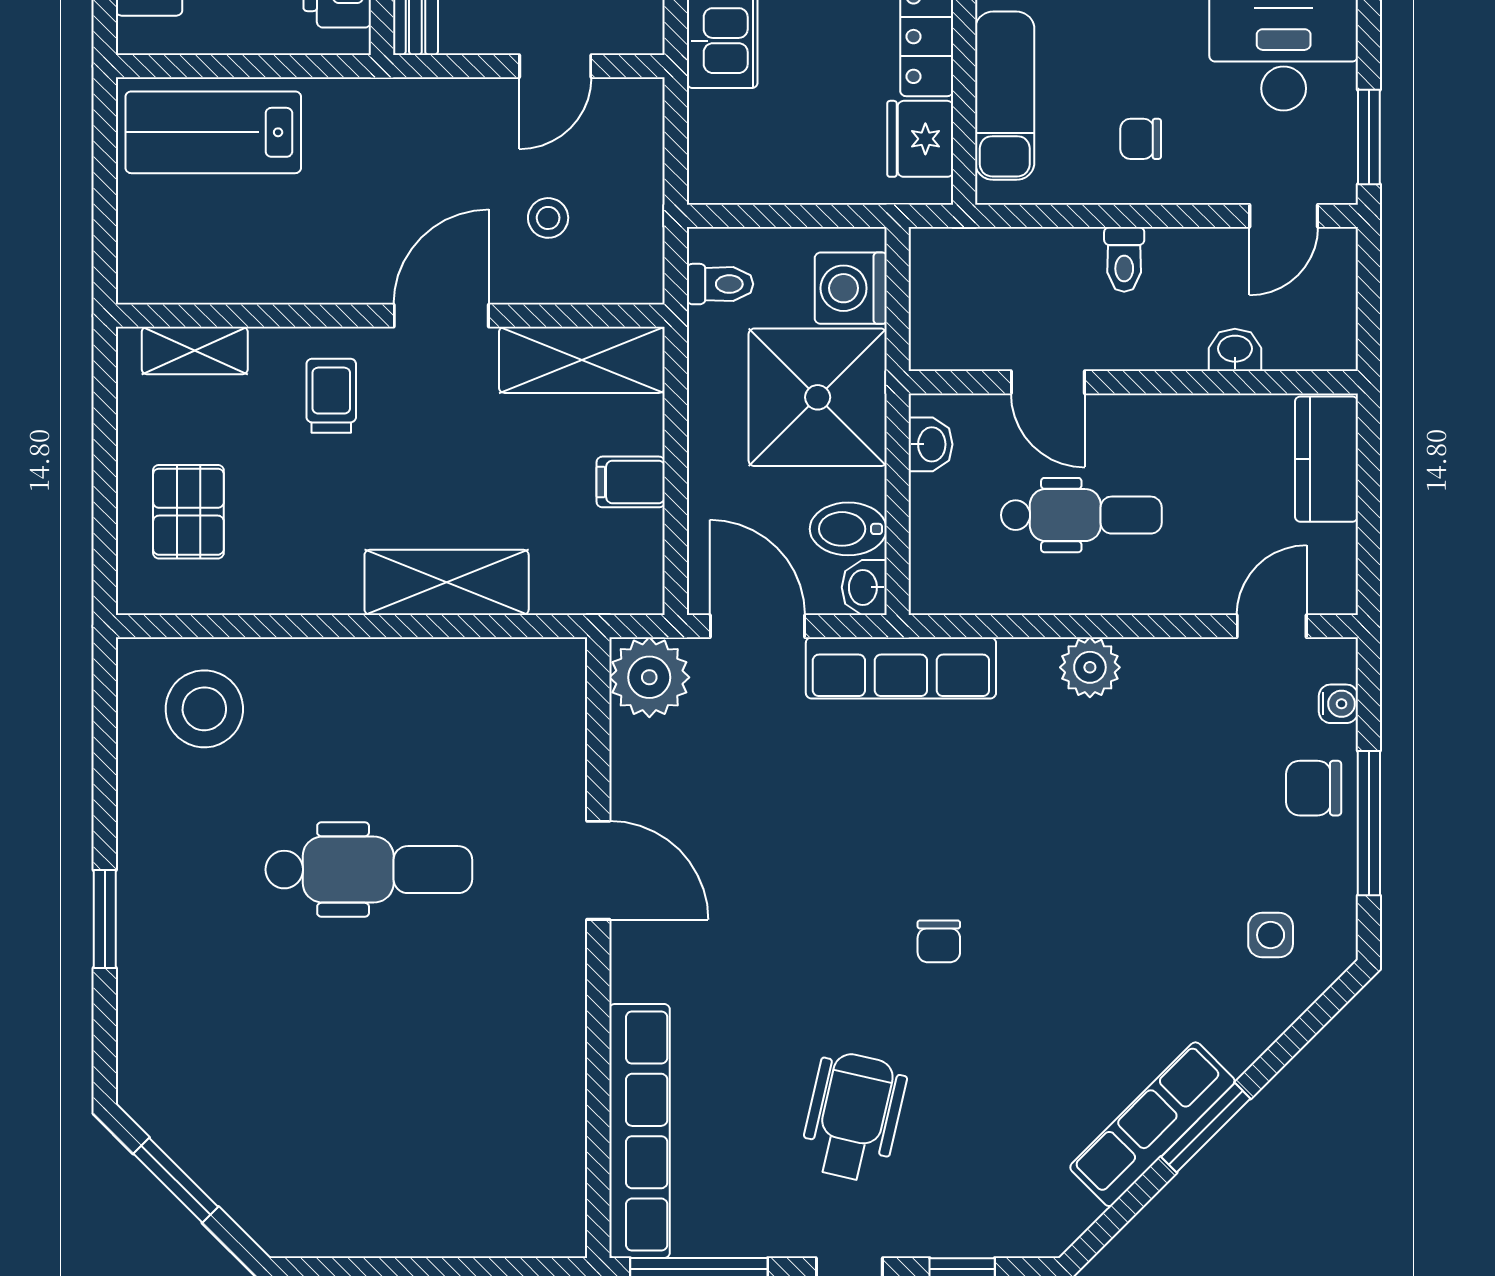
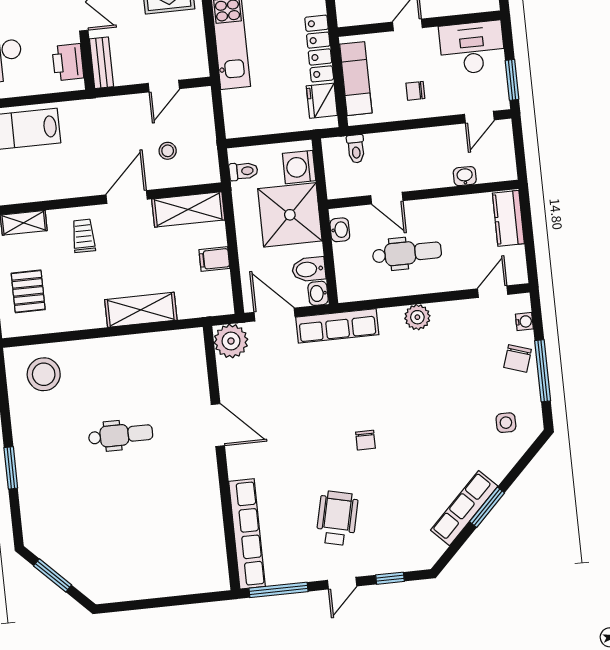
toilet: (1124, 259) -> (356, 149), moved
chair: (1314, 788) -> (518, 358), turned -72
dental chair: (369, 870) -> (121, 435), width x0.73, depth x0.72

